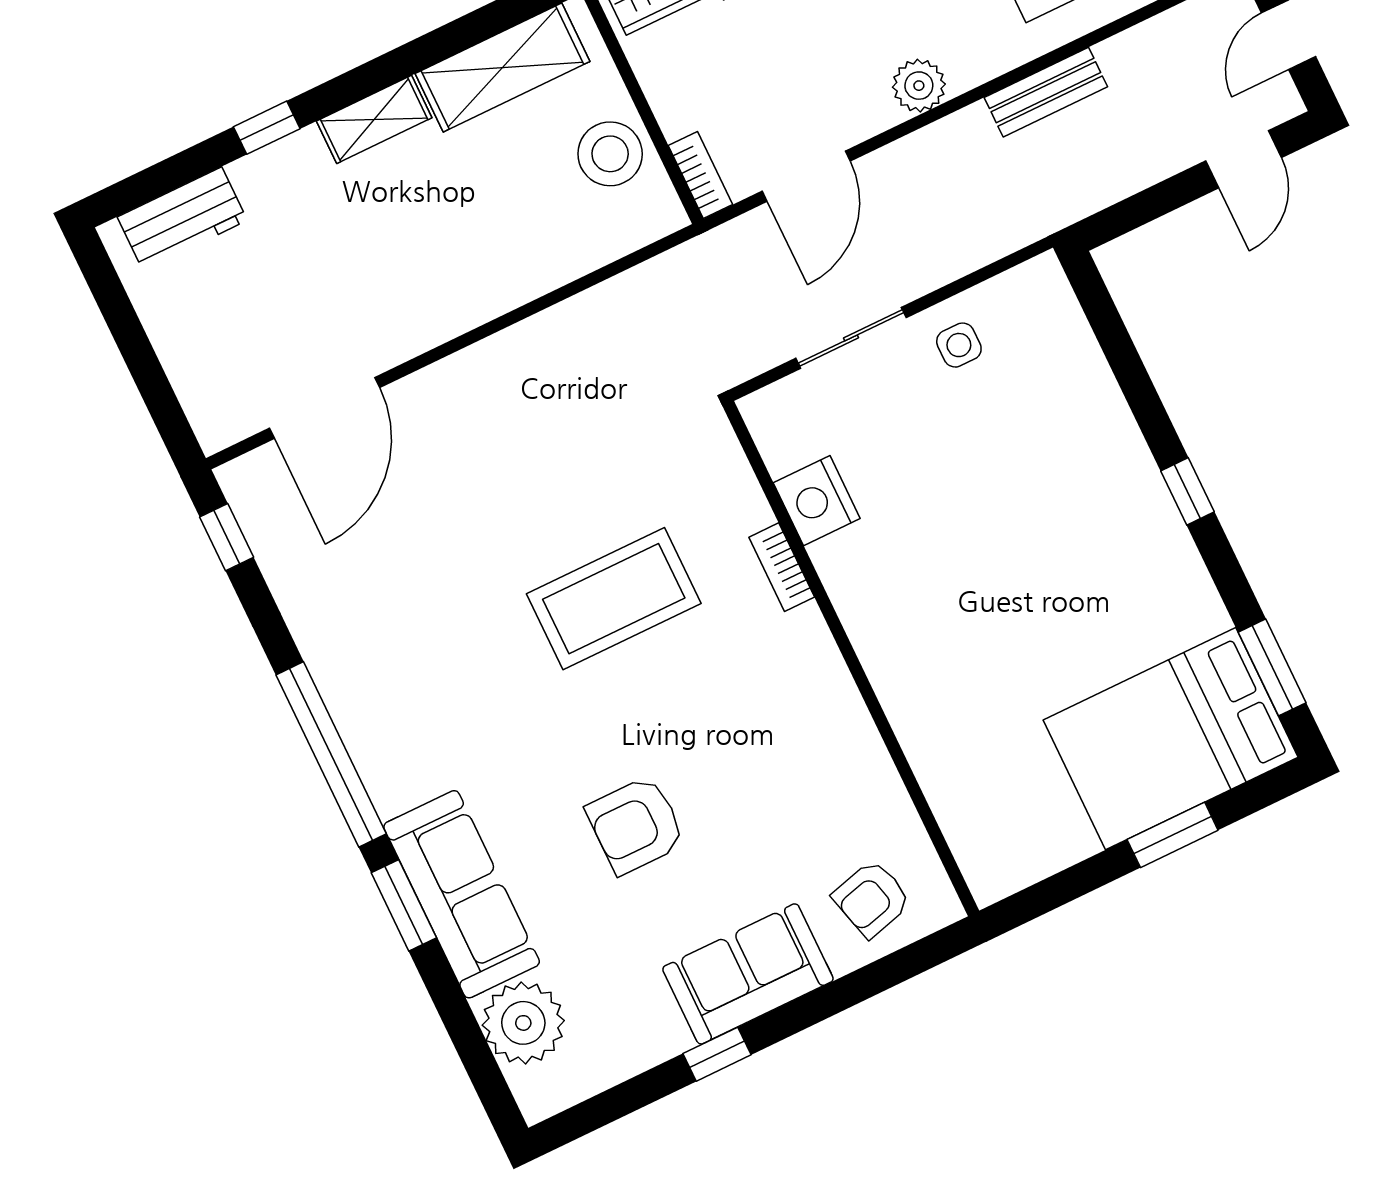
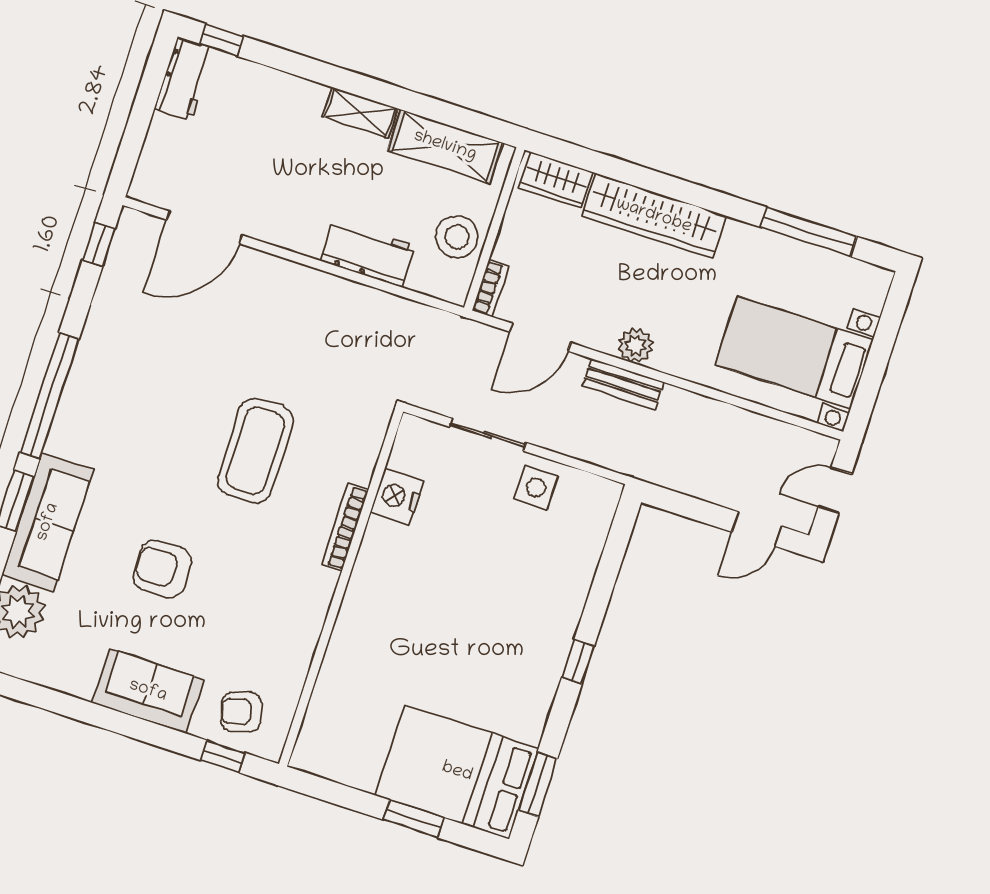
bench: (1046, 92) -> (623, 384), moved
window: (267, 128) -> (222, 40), moved
workbench: (182, 219) -> (184, 79), moved, turned -90
workbench: (530, 265) -> (368, 253), added
side table: (959, 345) -> (536, 488), width x1.37, depth x1.37
bookcase: (782, 567) -> (345, 527), width x1.56
coffee table: (614, 599) -> (255, 451), turned 90
window: (717, 1054) -> (223, 757), moved

